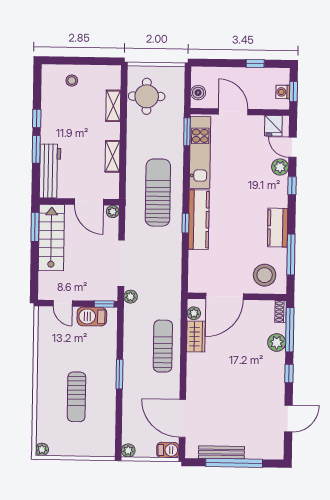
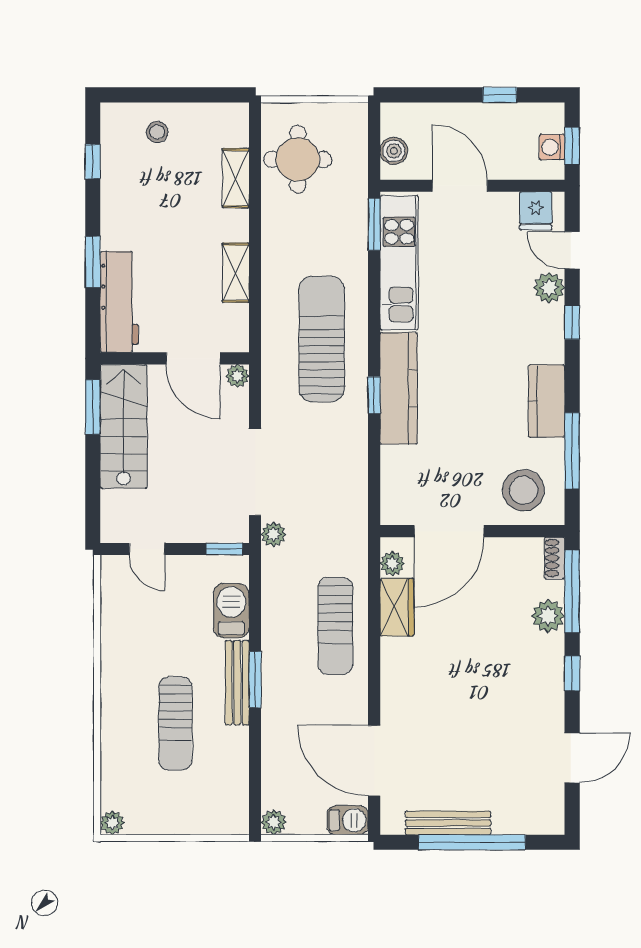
window: (37, 118) -> (93, 161), moved
barbecue: (92, 317) -> (231, 611), moved, turned 90
sun lounger: (163, 346) -> (335, 626), turned 180
bench: (110, 376) -> (237, 683), added

